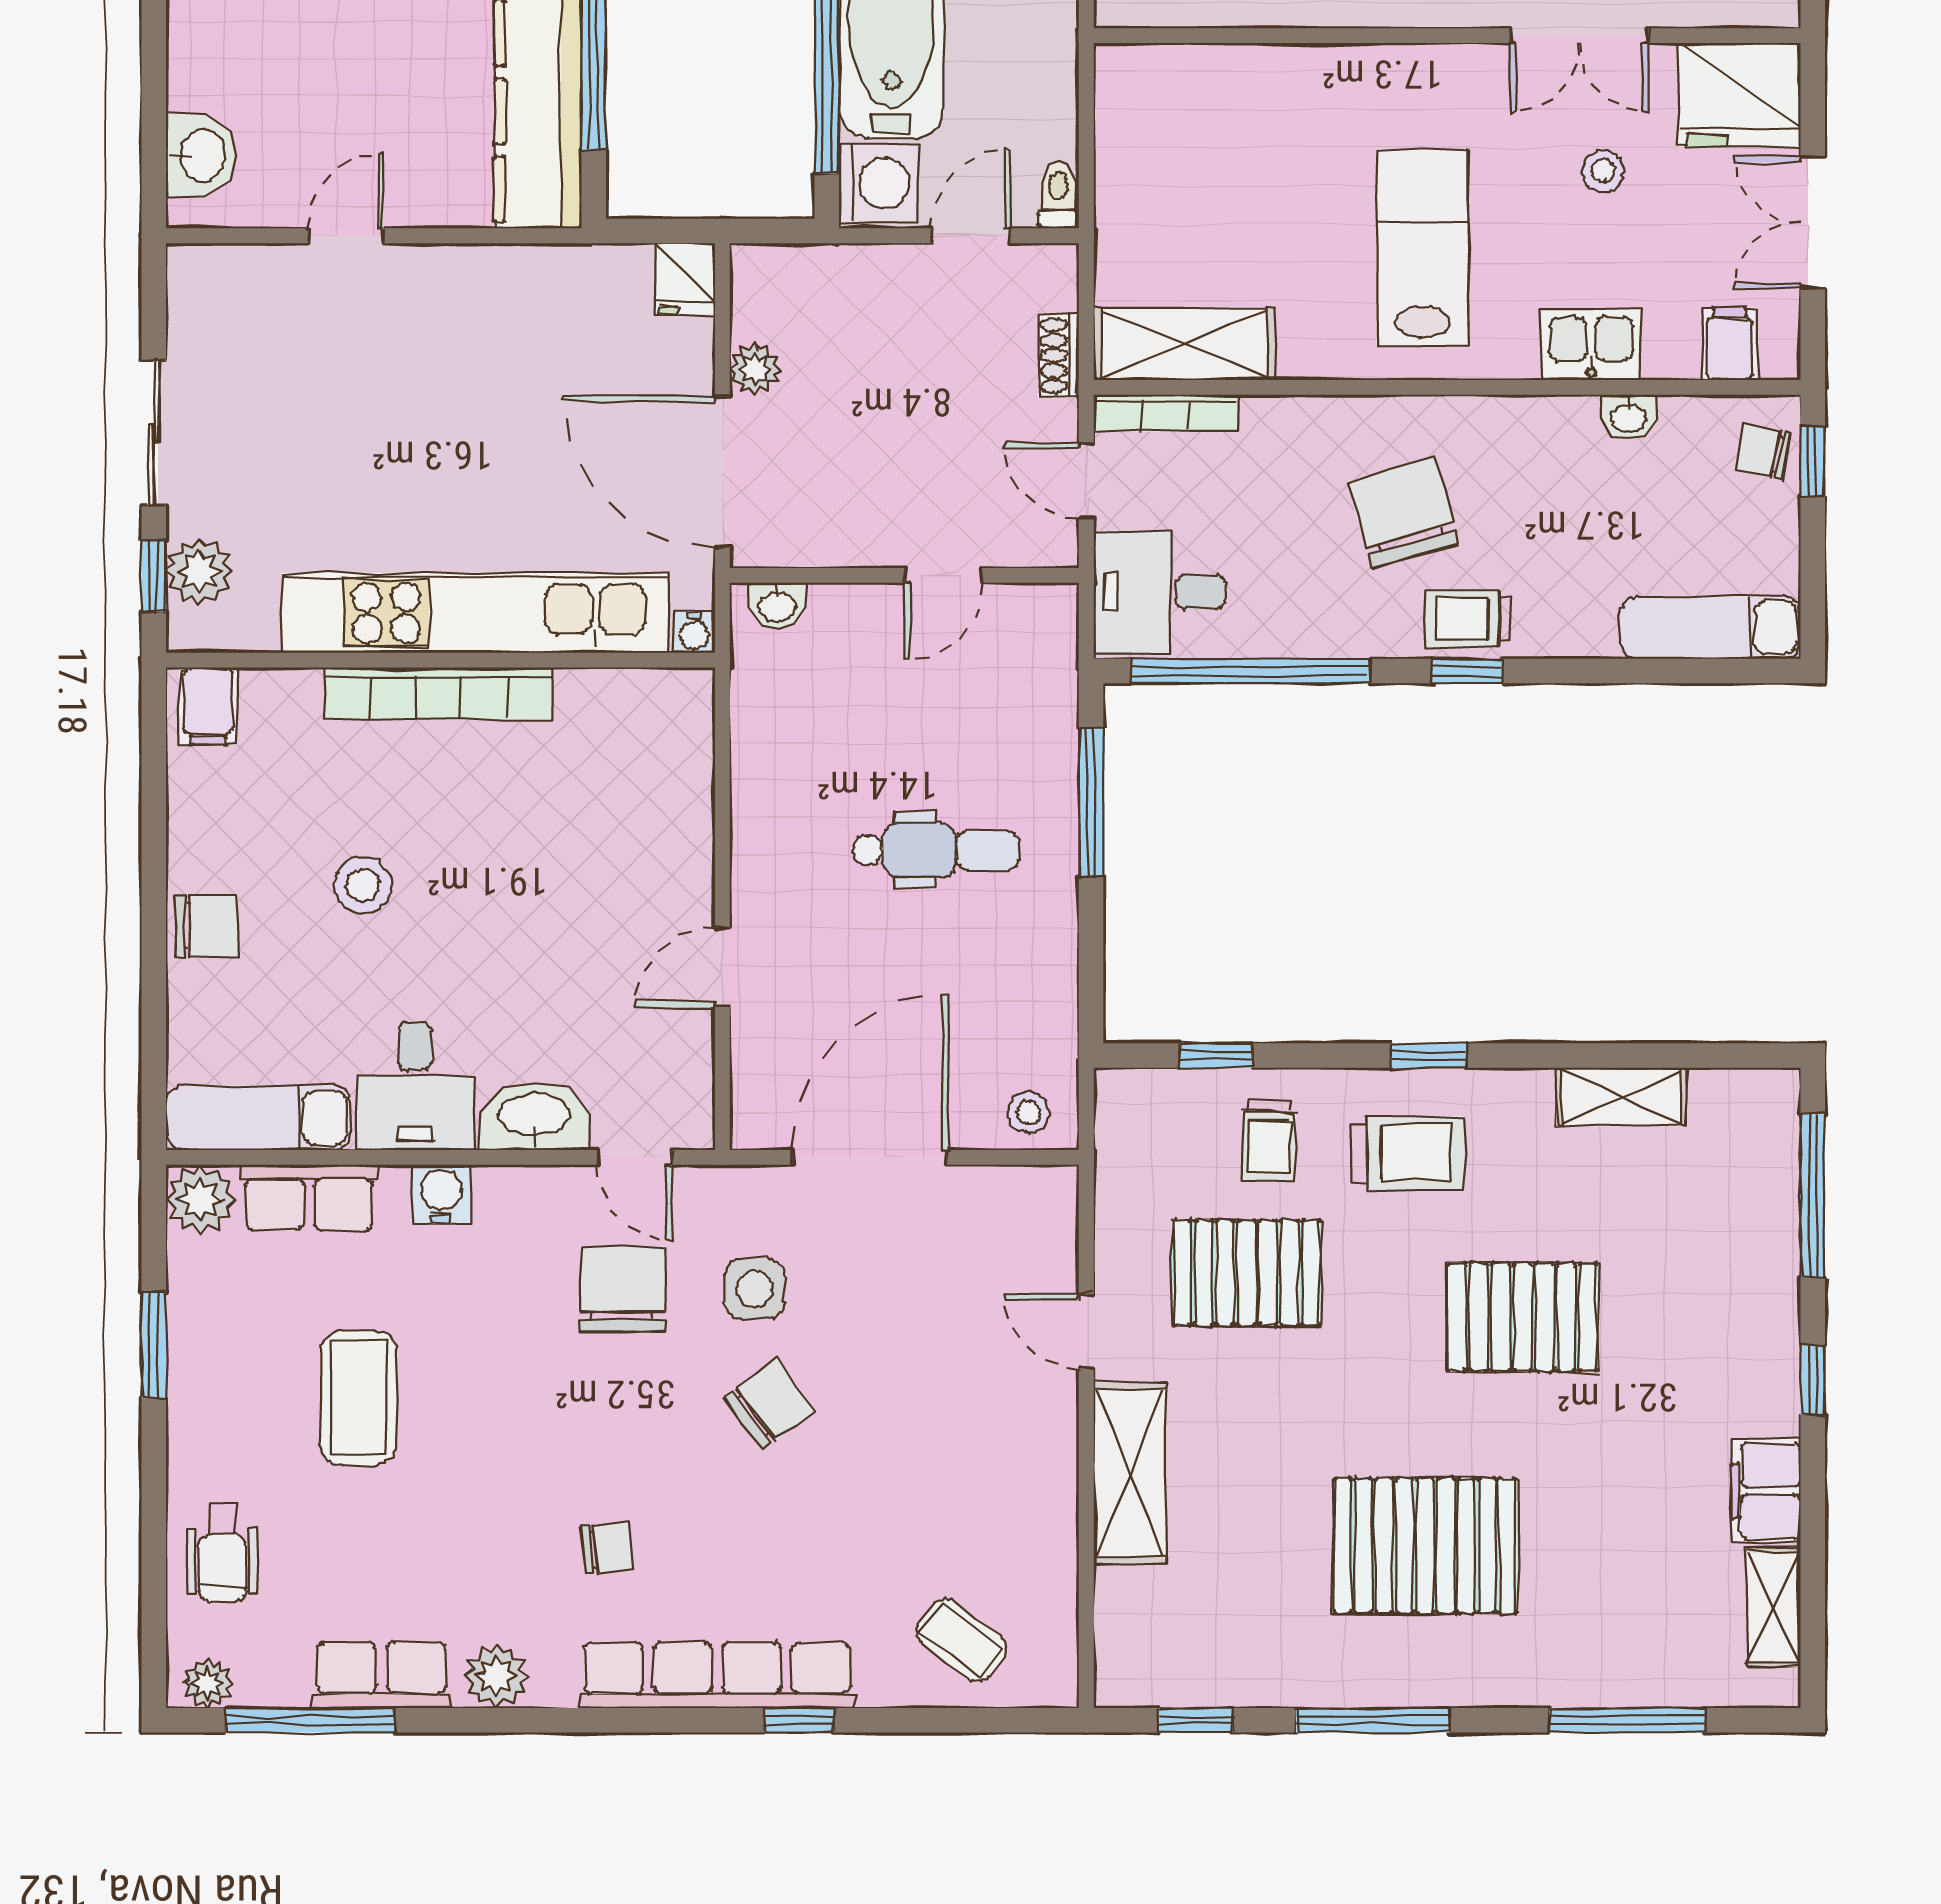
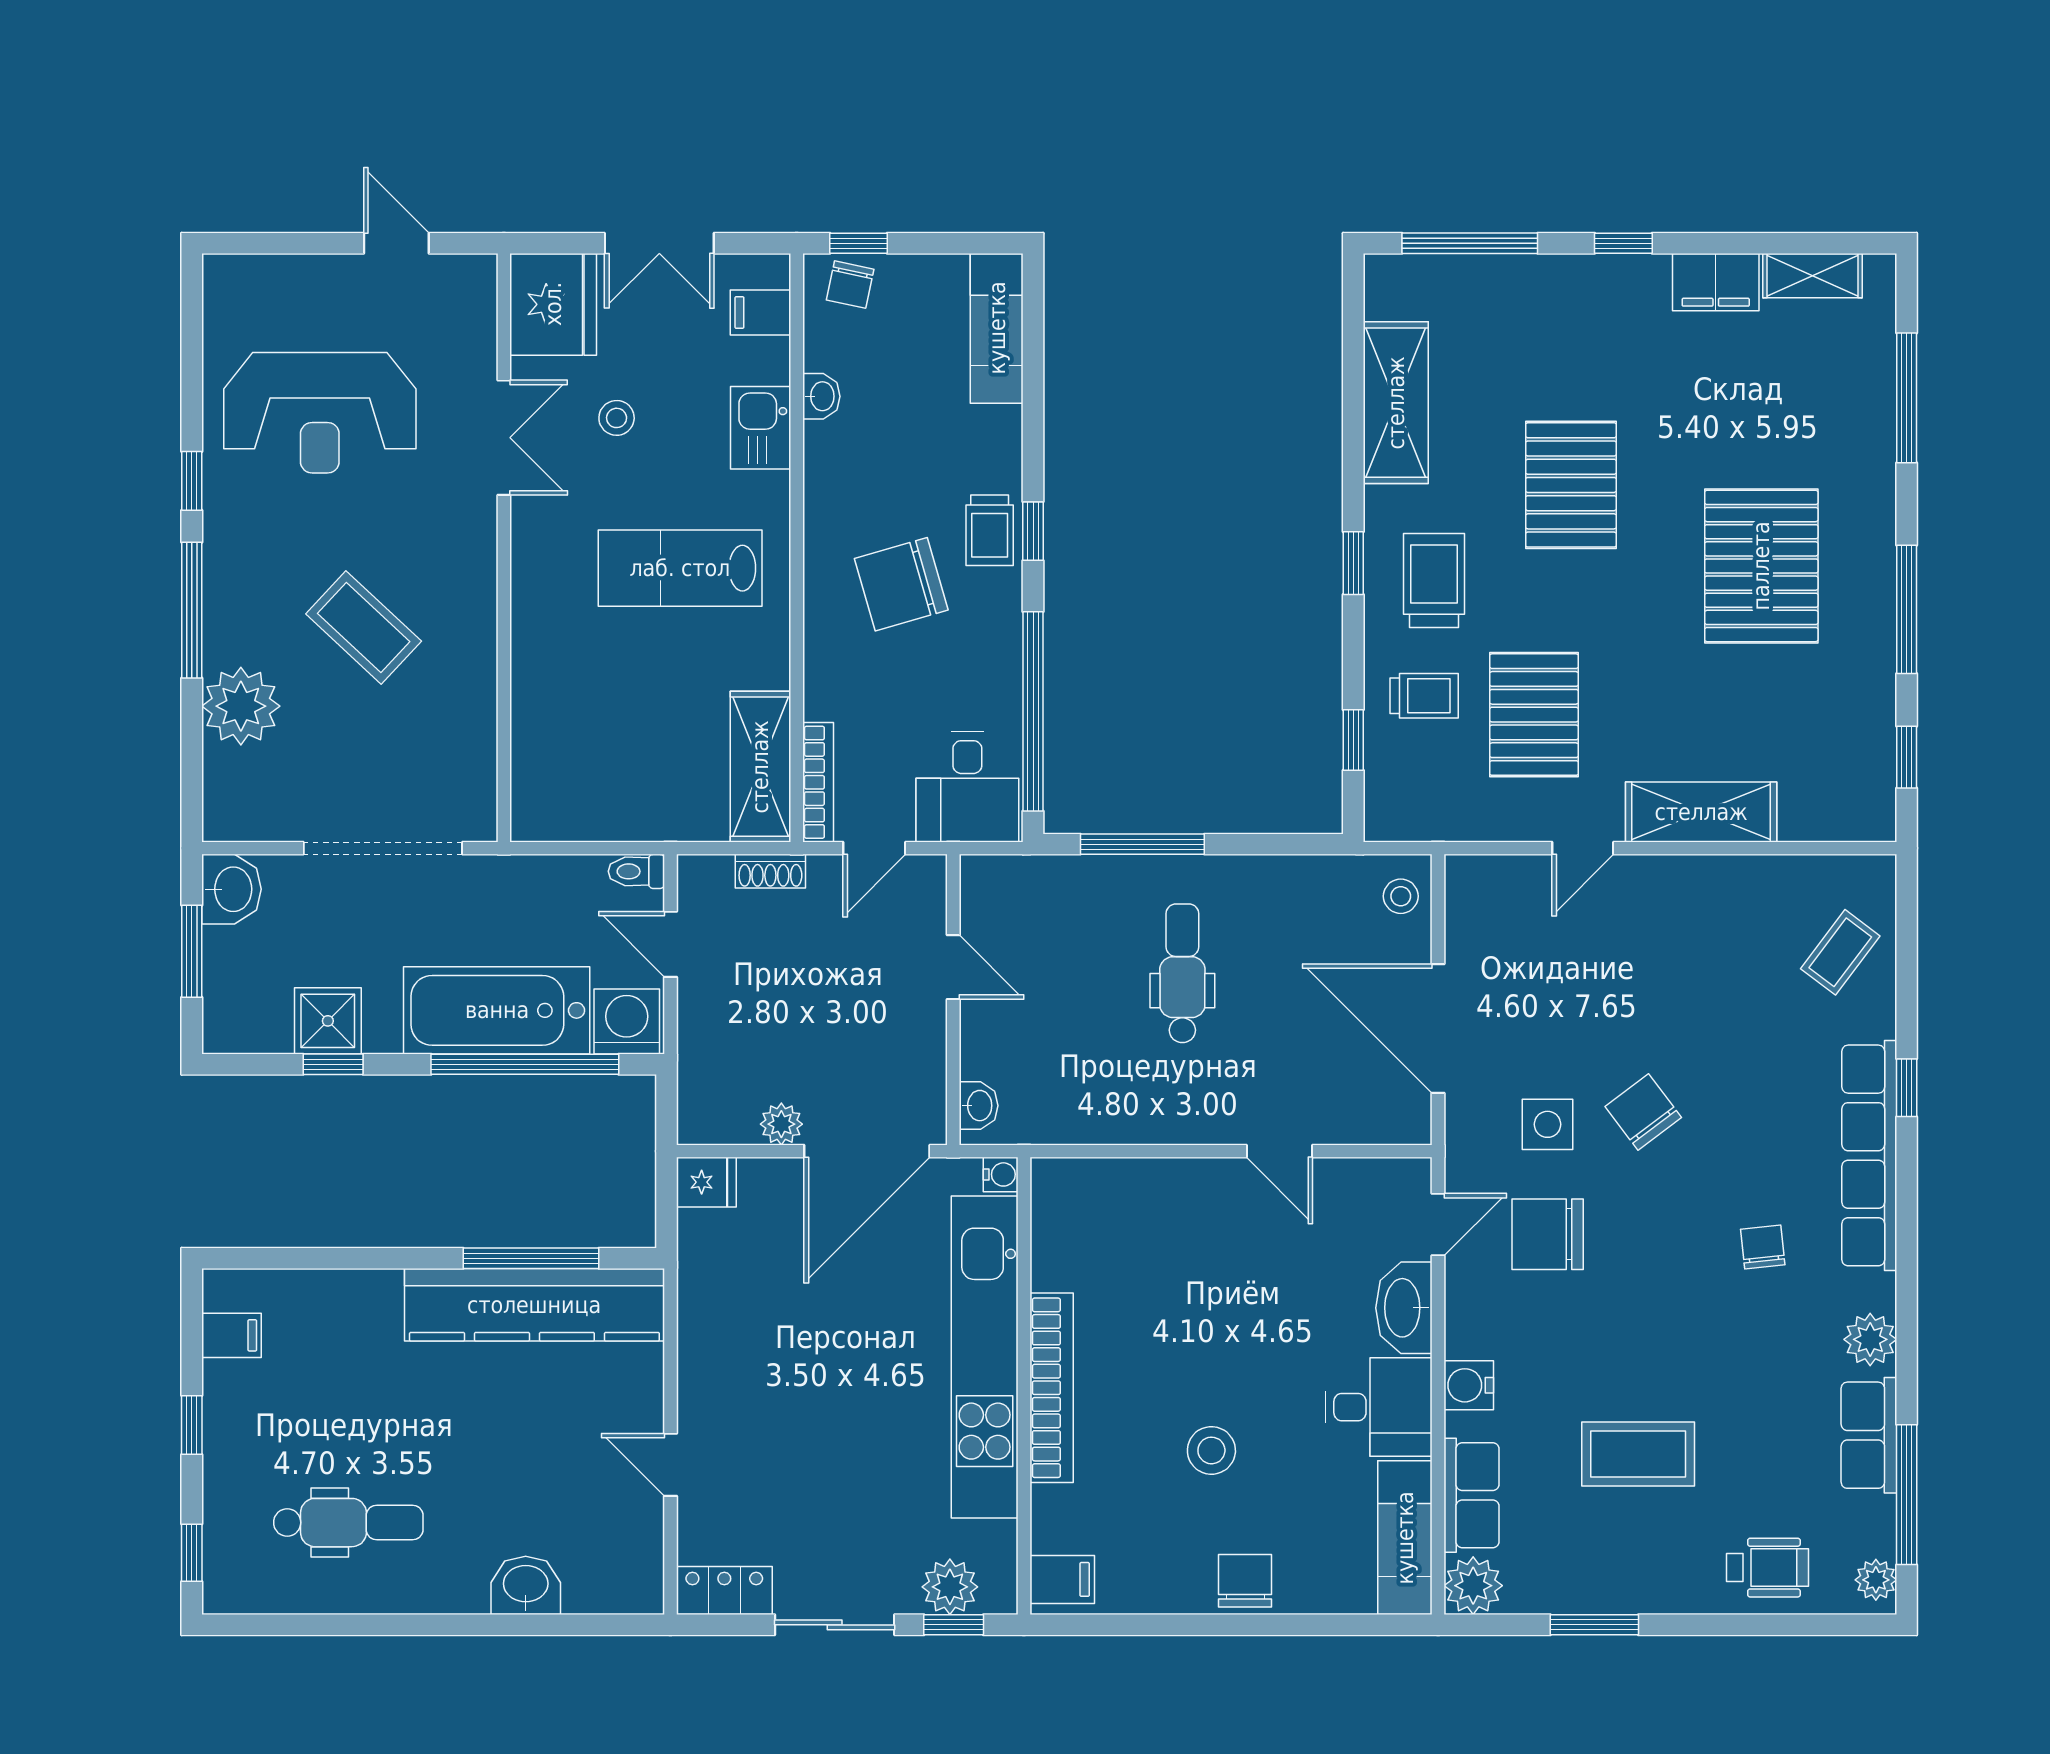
washbasin: (201, 156) -> (526, 1585), moved
locker: (195, 300) -> (724, 1591), added
shelving: (1621, 1097) -> (1396, 403), width x1.50, depth x1.33

